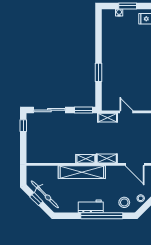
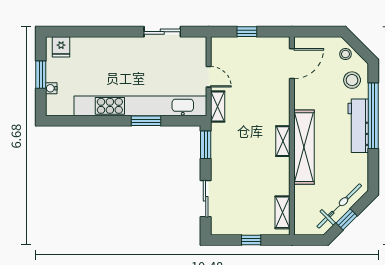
kitchen unit: (108, 69) -> (140, 106), added
sliding door: (49, 110) -> (206, 199), width x0.73
door: (126, 112) -> (209, 77), swing flipped
window: (23, 126) -> (251, 240), moved
shelving: (107, 159) -> (282, 212), moved
workbench: (91, 206) -> (358, 126), width x1.38

